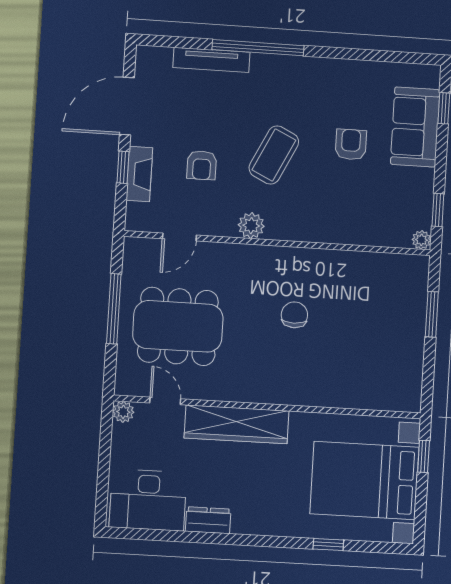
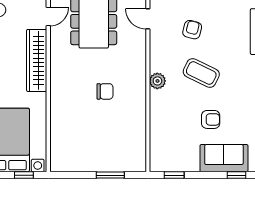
armchair: (202, 165) -> (192, 30), turned 104
plant: (251, 226) -> (157, 81), moved
plant: (421, 240) -> (155, 166), removed

